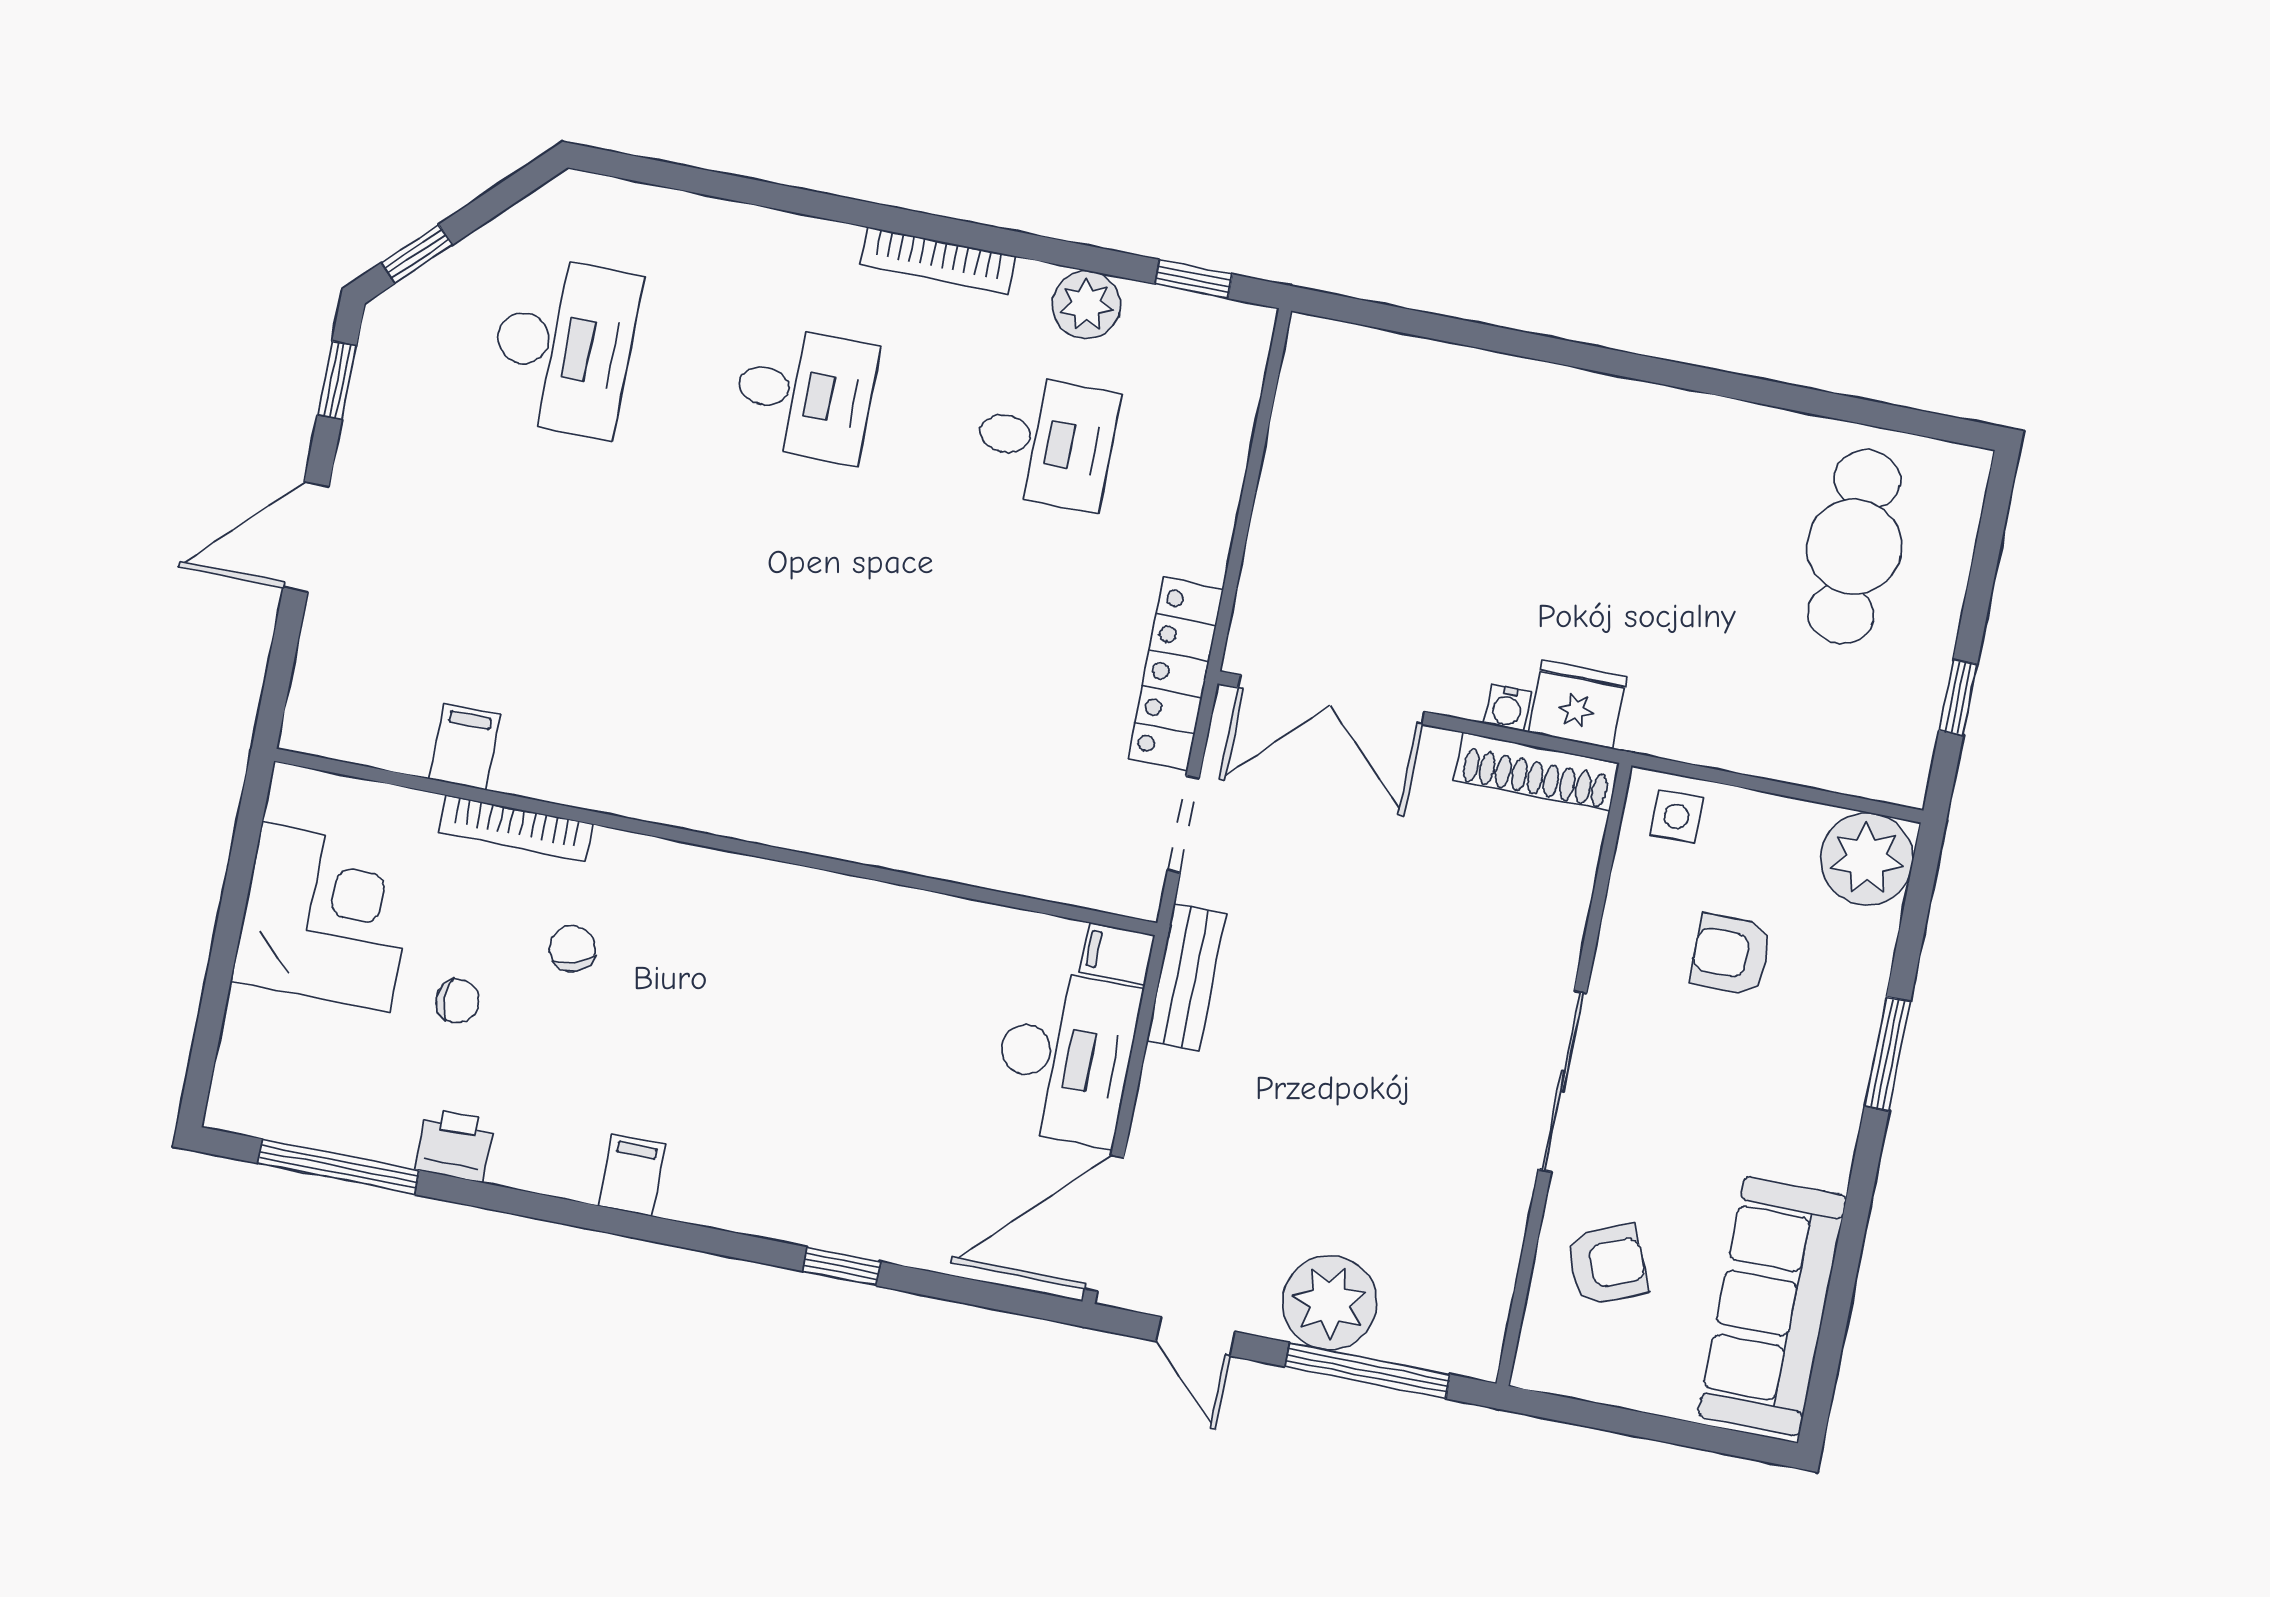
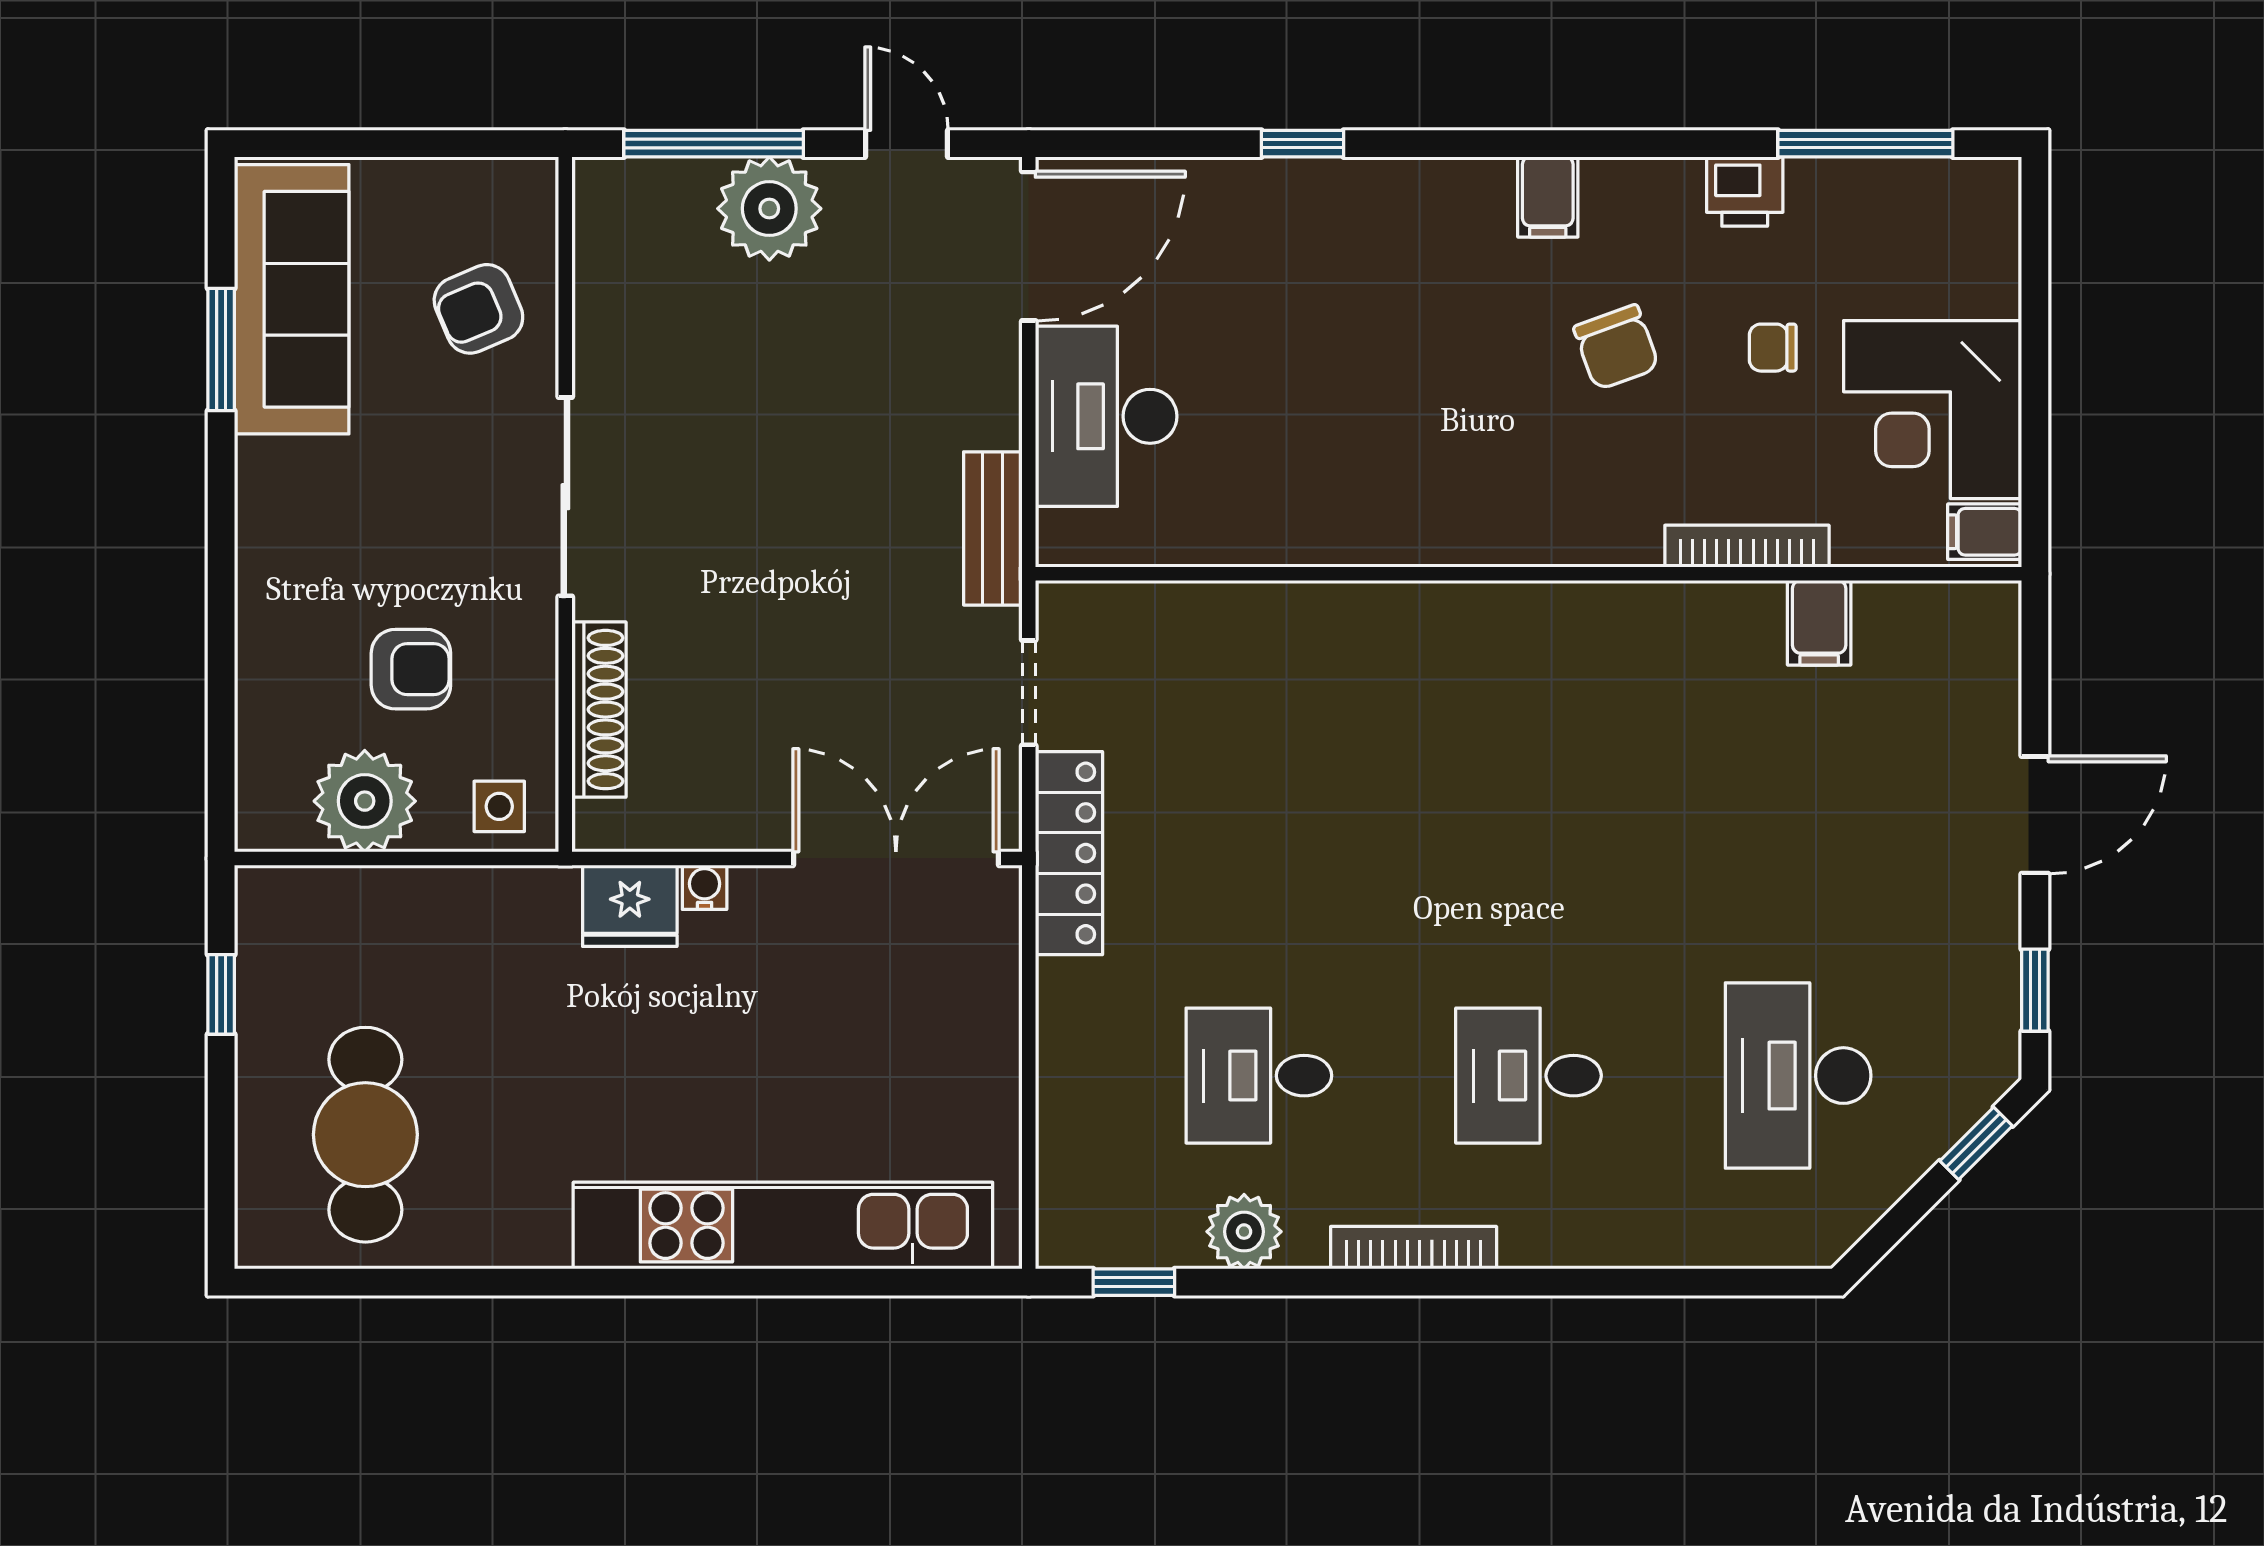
kitchen unit: (1497, 392) -> (783, 1226), added
shoe rack: (1536, 771) -> (599, 710), moved, turned 90
plant: (1867, 859) -> (365, 801), moved
chair: (572, 949) -> (1616, 347), moved, width x1.37, depth x1.37
filing cabinet: (1117, 953) -> (1985, 532), moved, turned 180
window: (1888, 1054) -> (221, 349), moved

